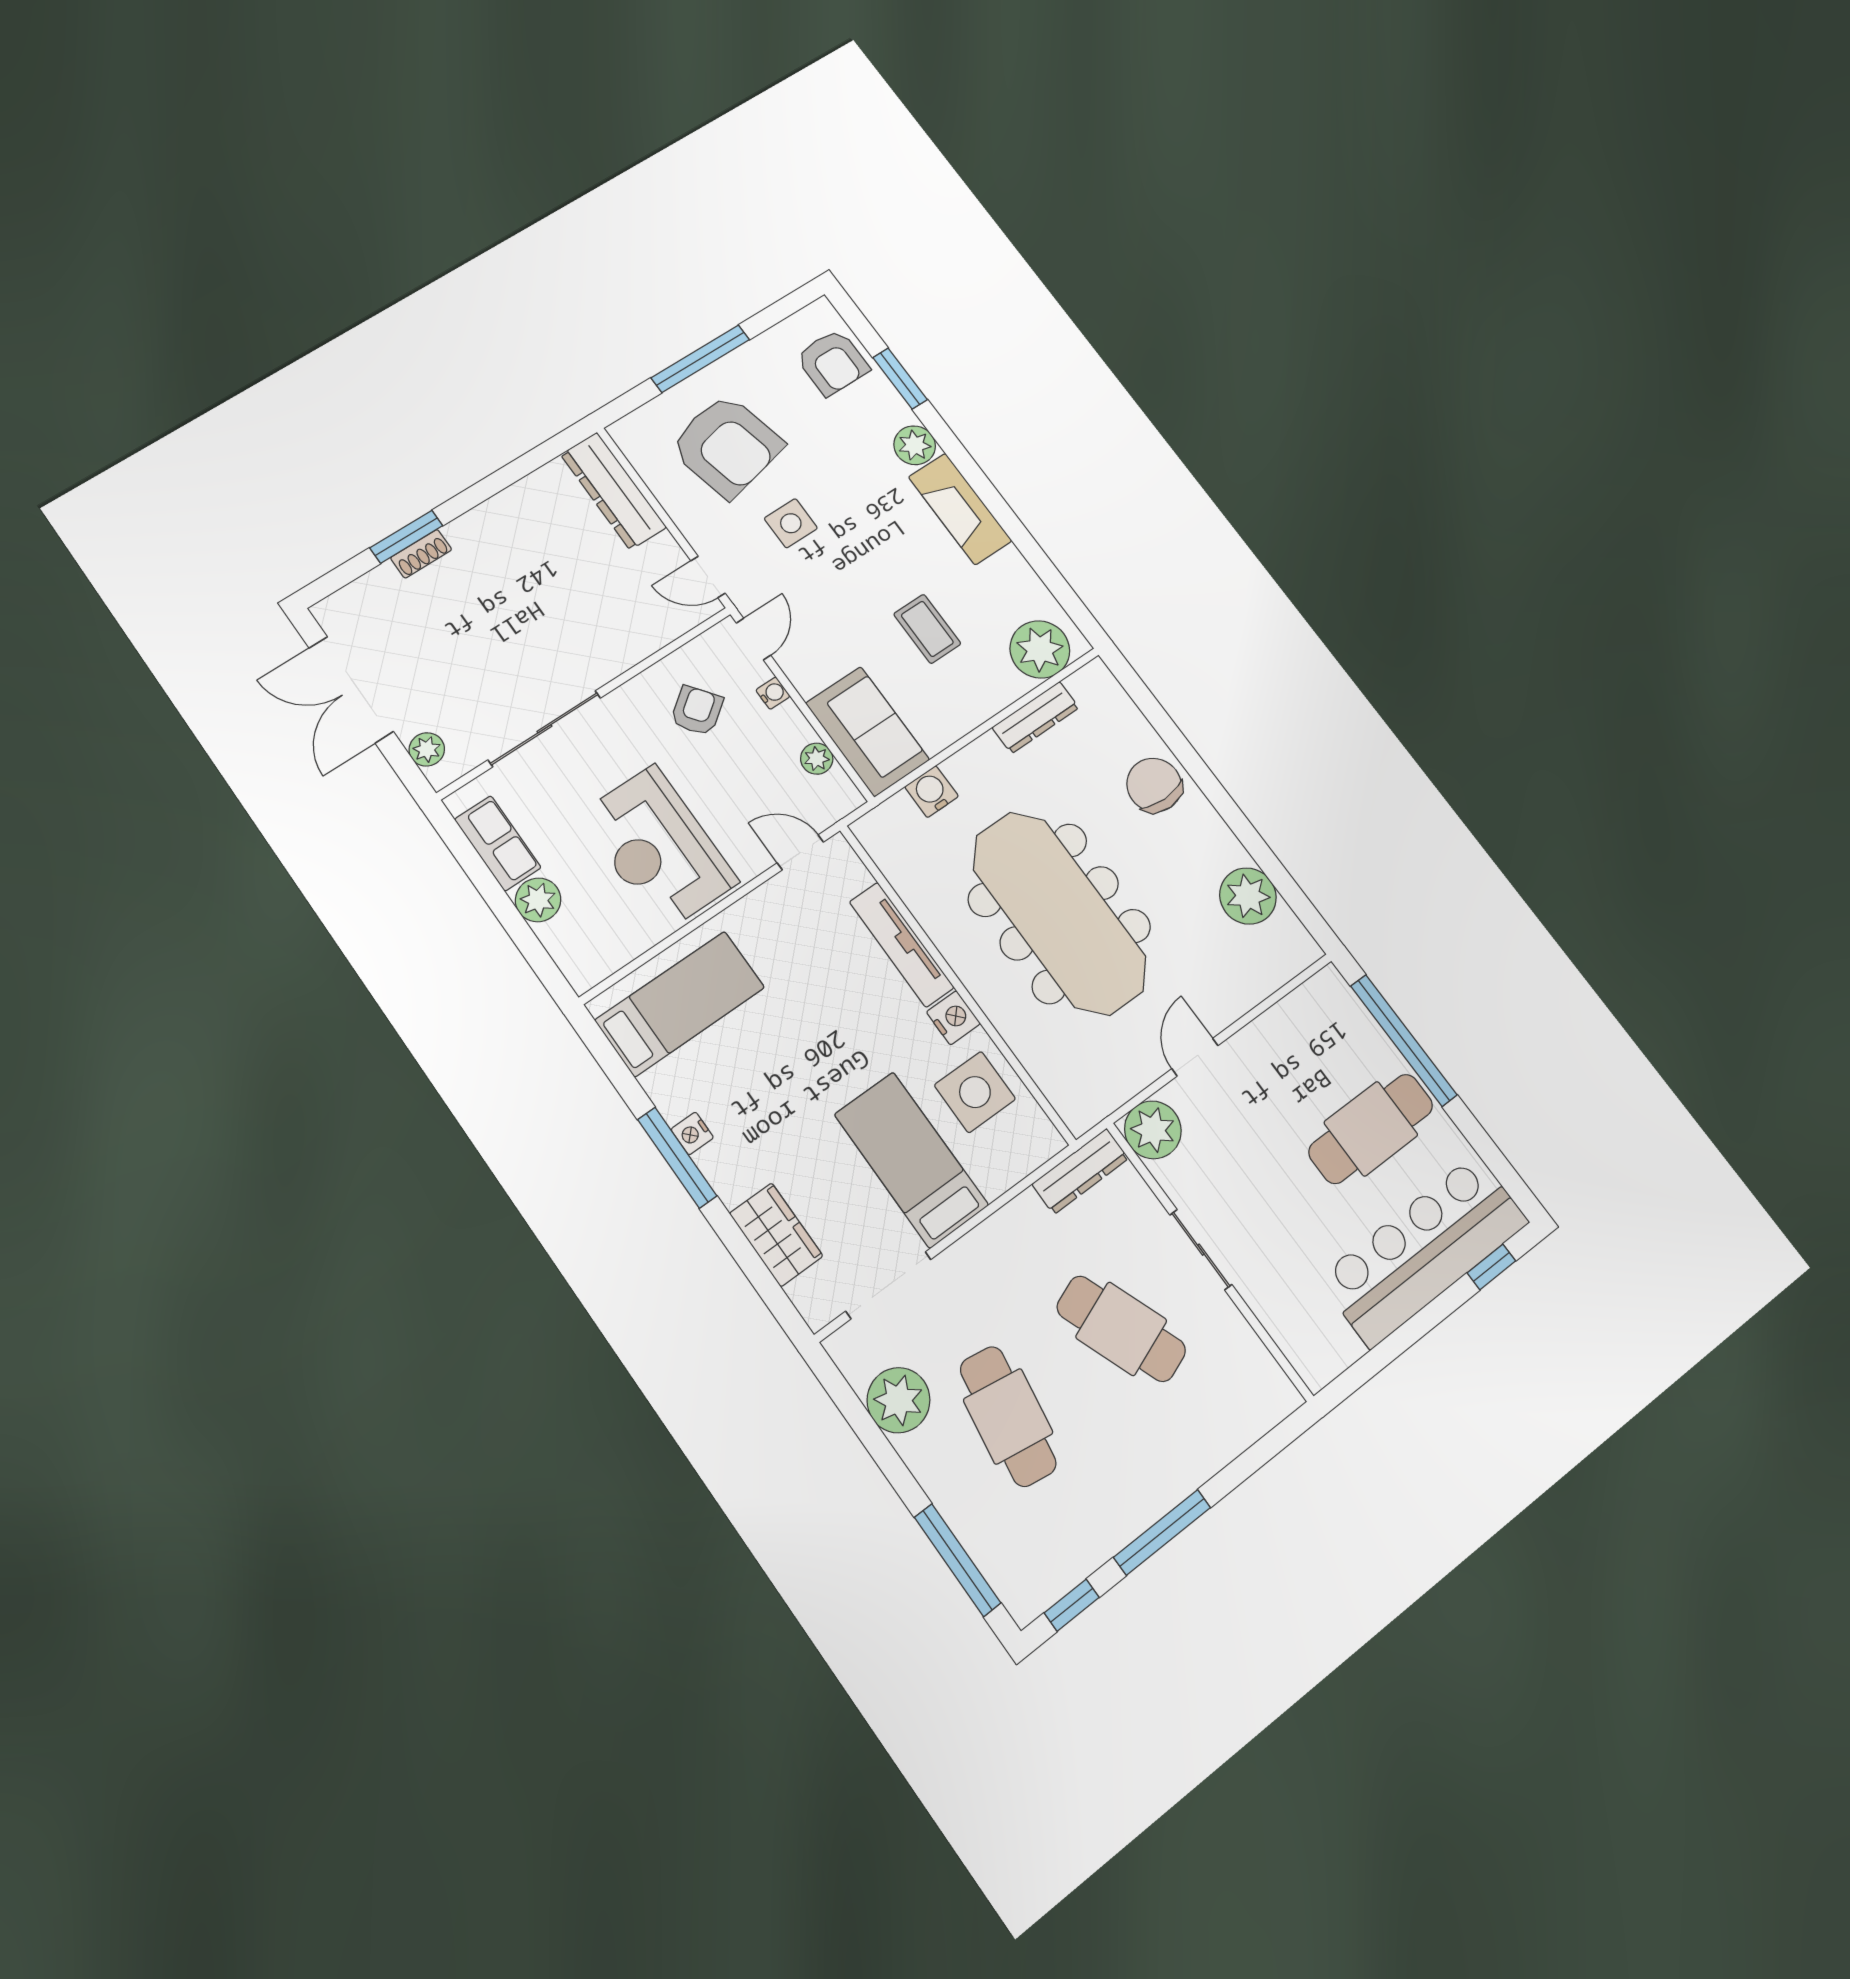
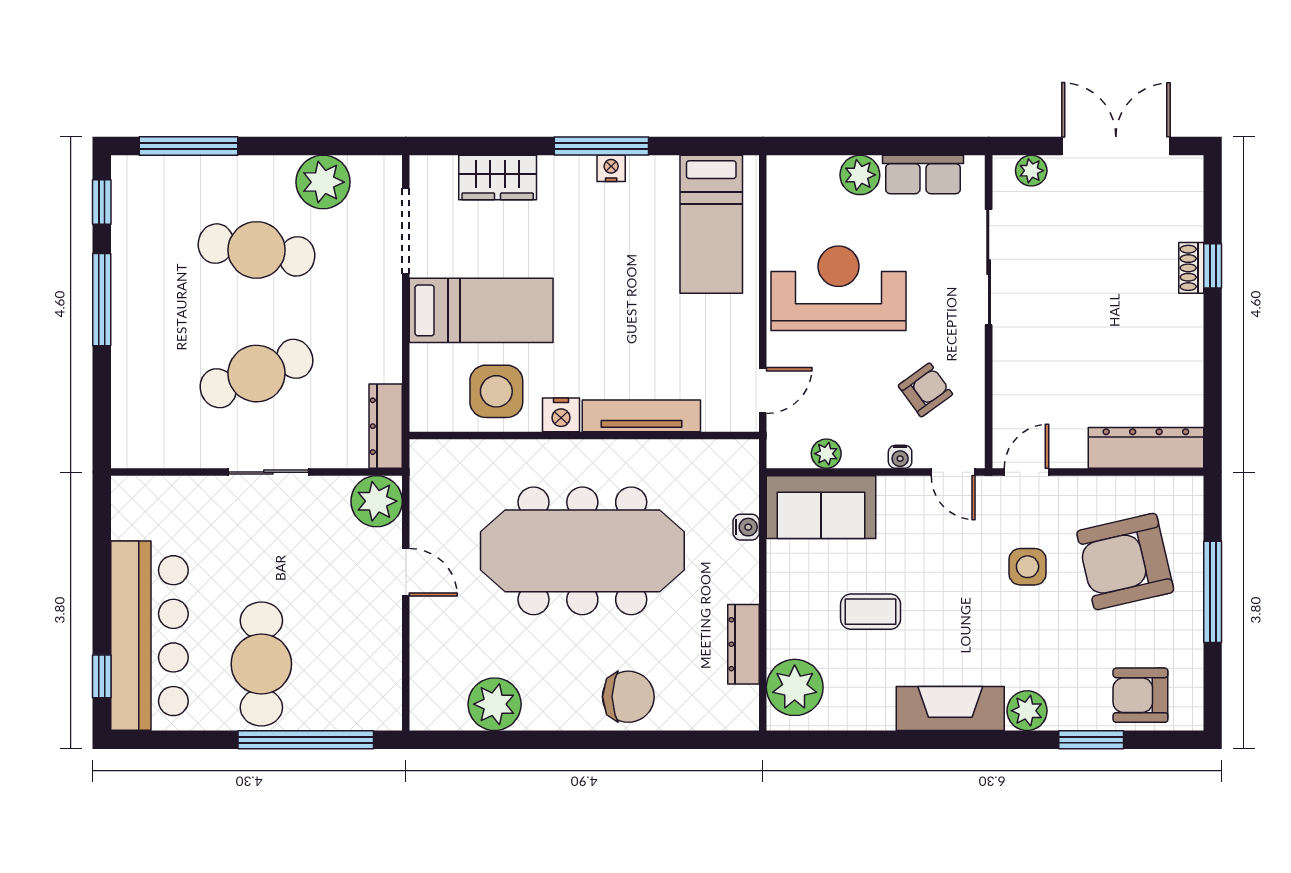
window: (406, 537) -> (1213, 266), width x0.67
armchair: (697, 711) -> (925, 390), turned -89
water cooler: (932, 792) -> (746, 527), width x0.72, depth x0.72

